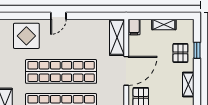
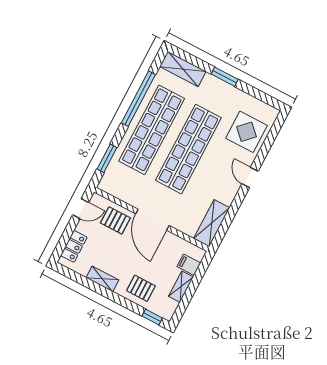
filing cabinet: (134, 27) -> (189, 265), moved
shelving: (117, 37) -> (212, 223), moved, turned 90
window: (197, 50) -> (152, 317), moved

